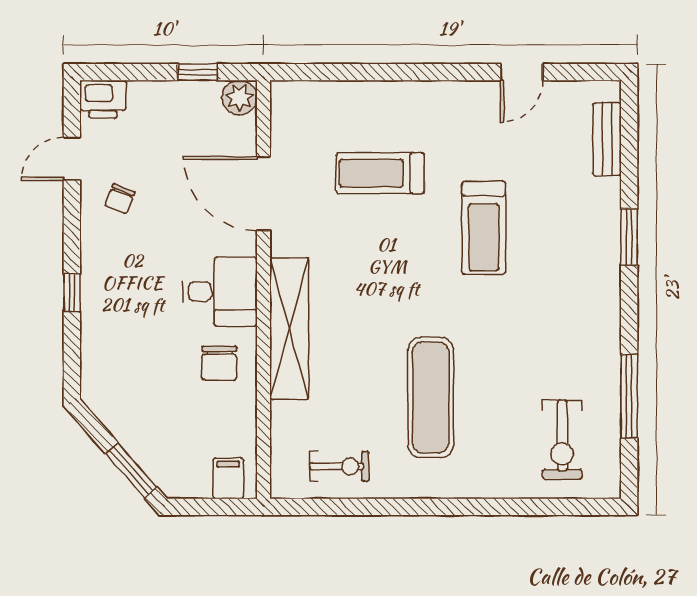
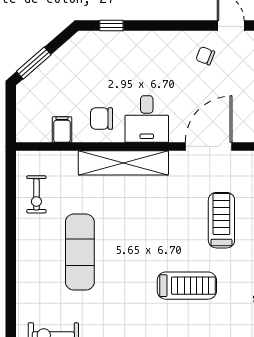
treadmill: (484, 228) -> (187, 286), turned 180
window: (72, 293) -> (111, 25), moved
exercise mat: (431, 397) -> (80, 252), turned 90
filing cabinet: (228, 478) -> (62, 130), moved, turned -90

